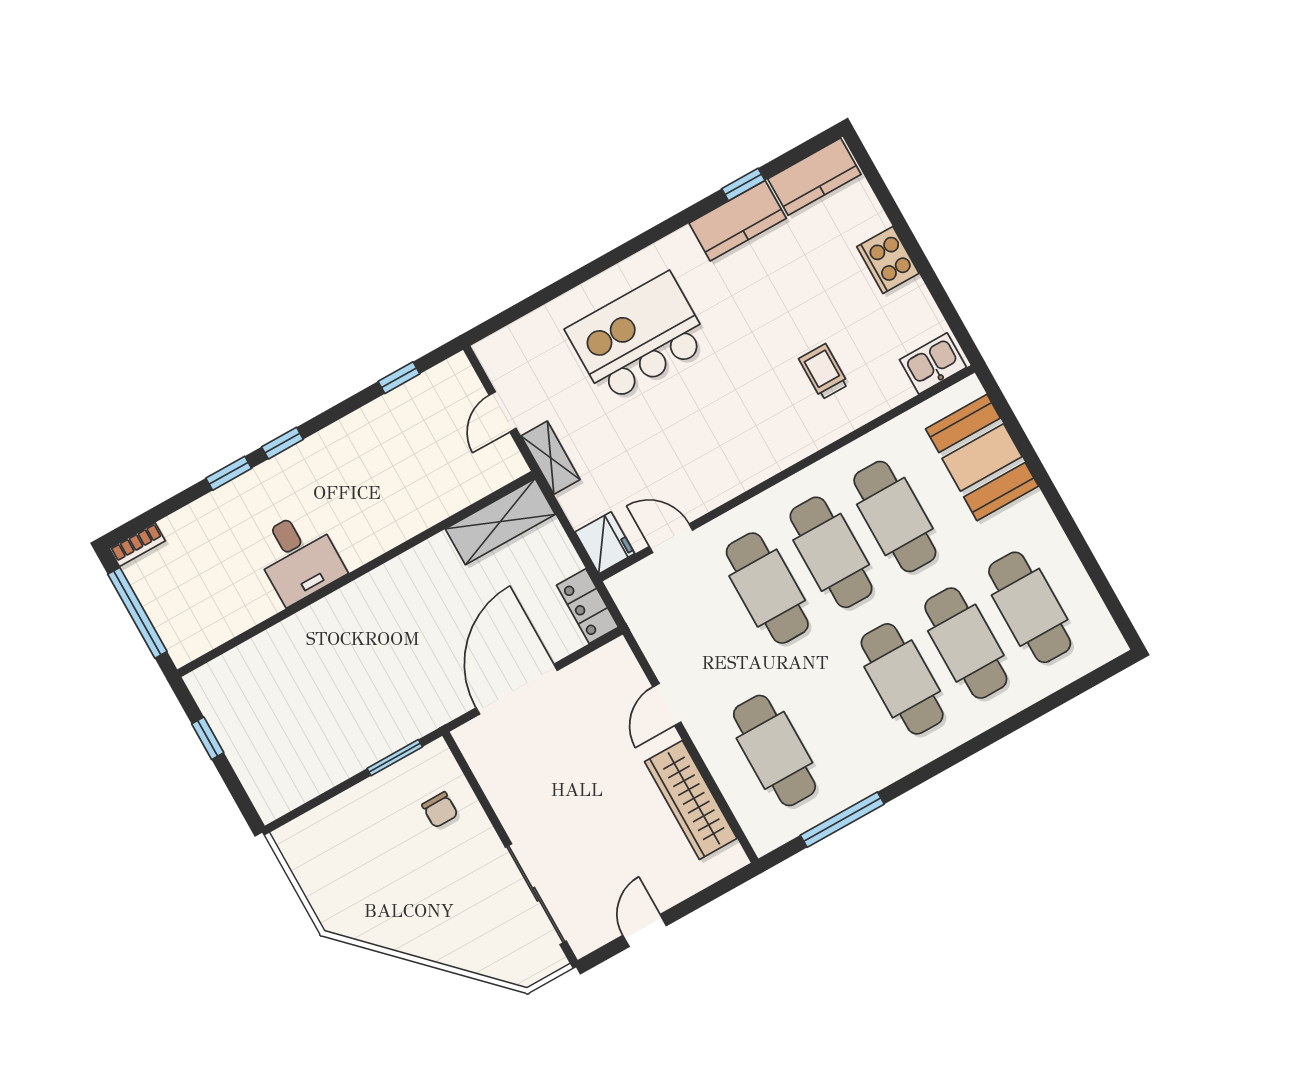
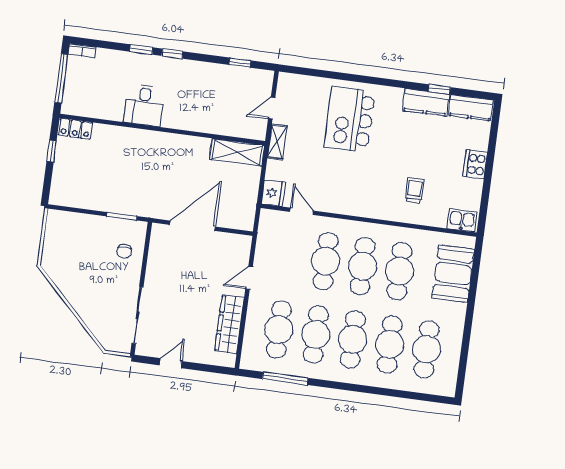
kitchen island: (638, 337) -> (350, 119), turned -90
locker: (587, 606) -> (75, 129), moved, turned -90
cafe table: (838, 715) -> (316, 334), added

